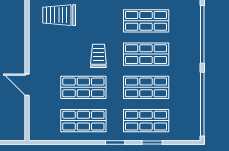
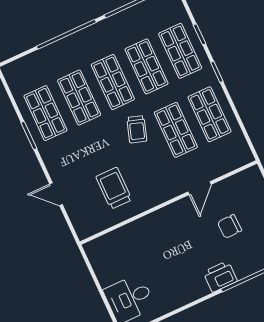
trolley: (59, 15) -> (114, 188), turned 180
trolley: (98, 56) -> (137, 129), turned -72

